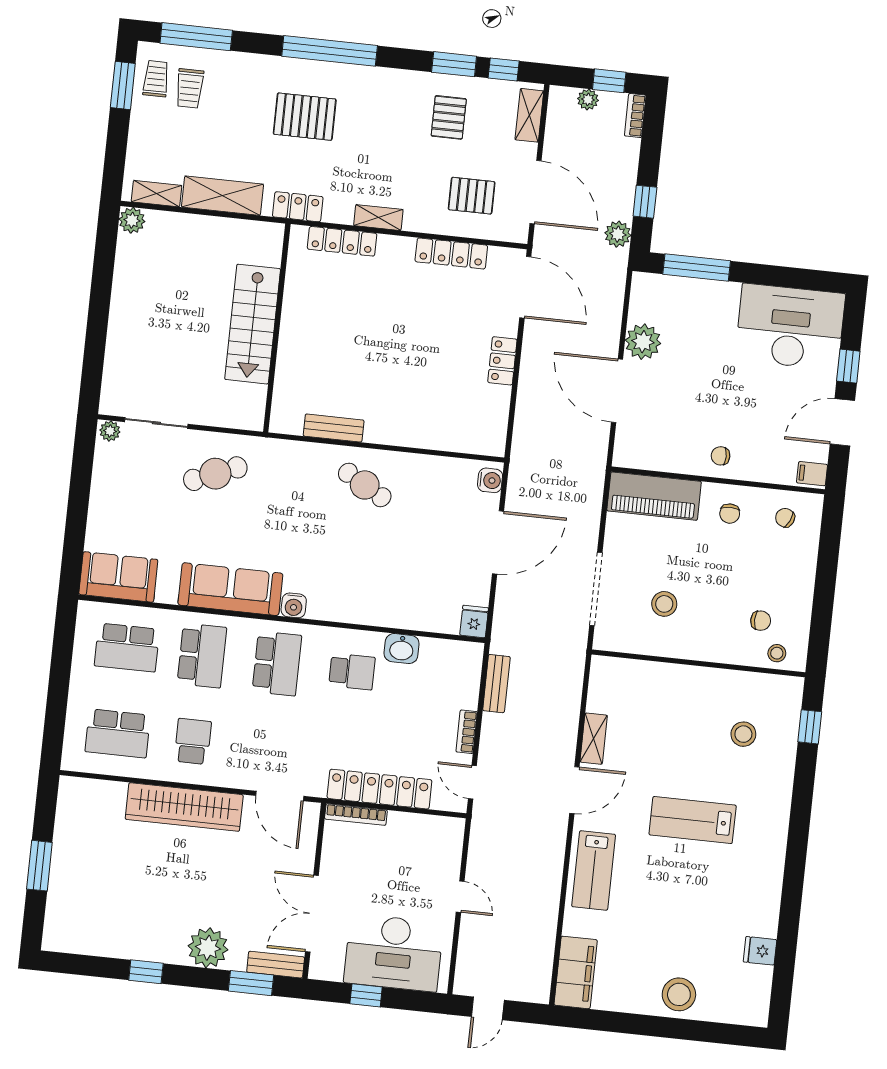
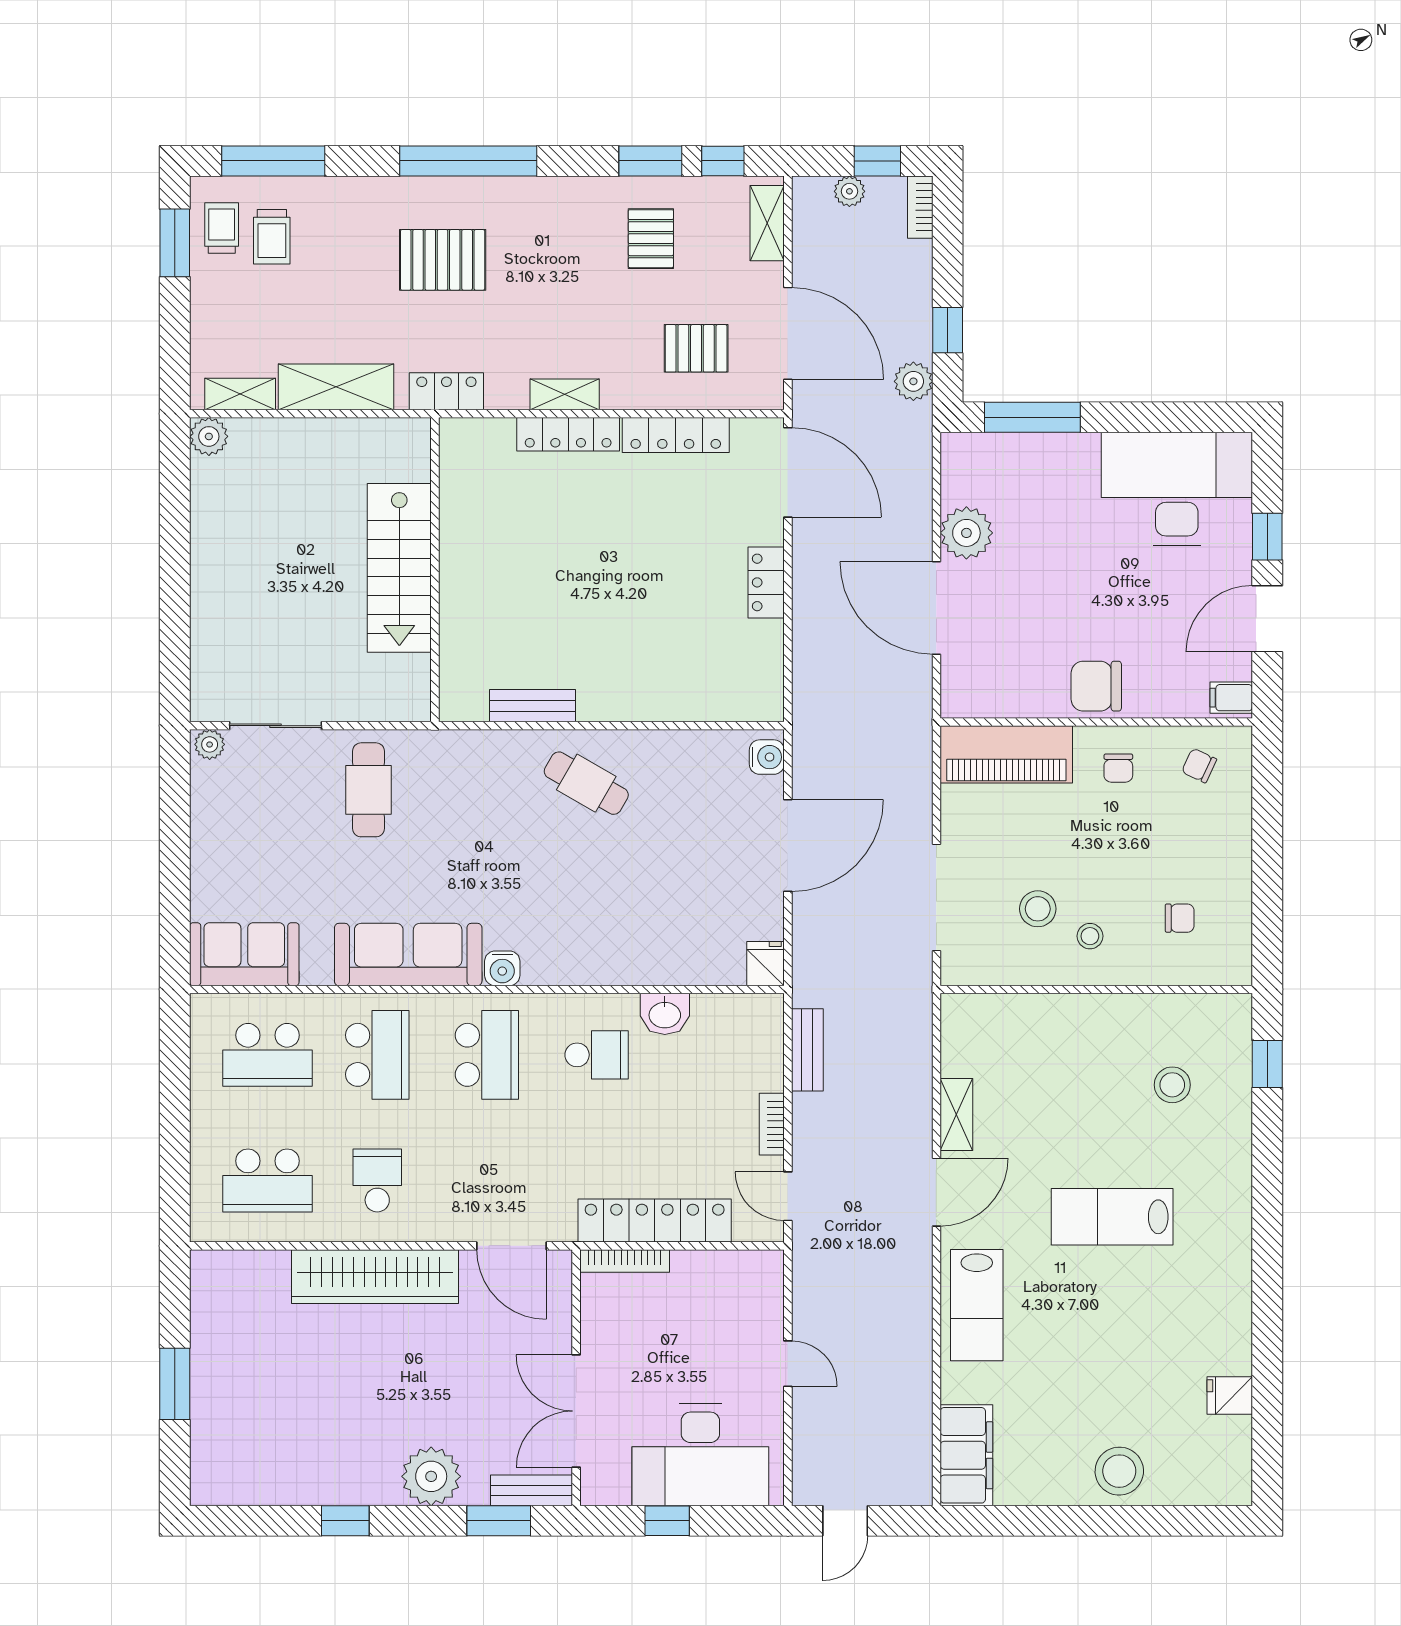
locker: (342, 241) -> (568, 434), moved
chair: (721, 456) -> (1096, 686), width x1.87, depth x1.87
cafe table: (215, 474) -> (369, 790), turned -68
stool: (777, 653) -> (1090, 936), moved

